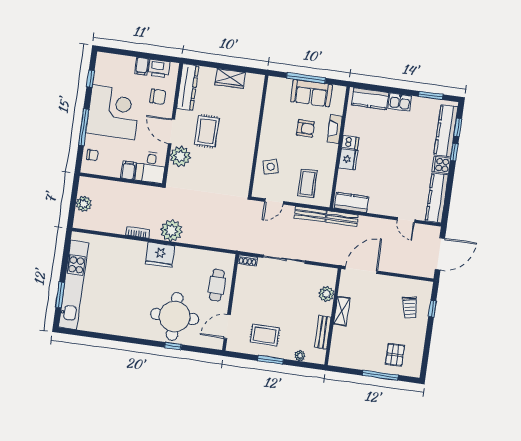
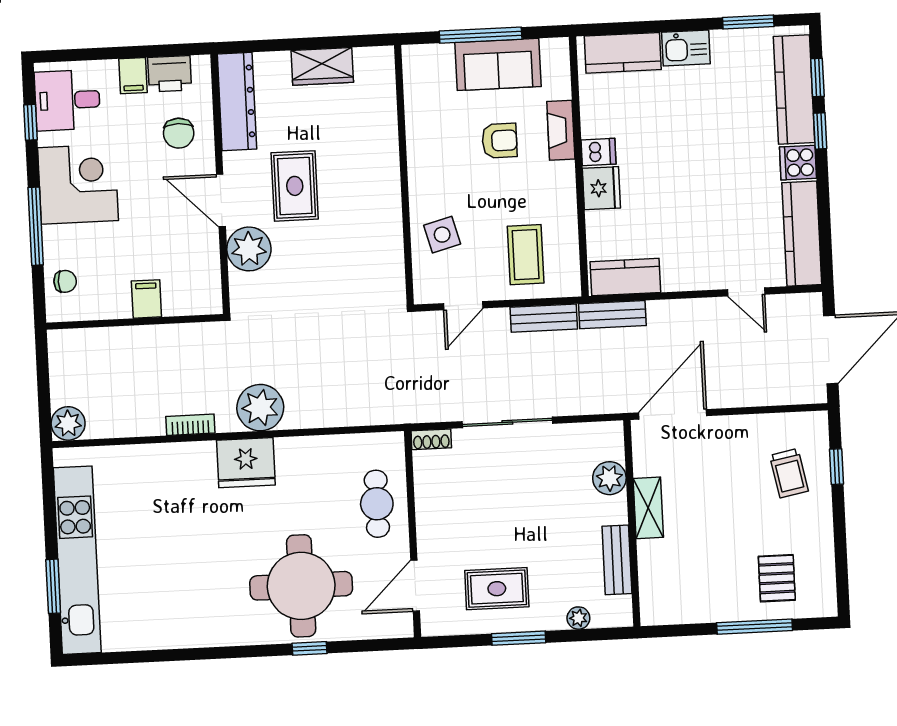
chair: (158, 97) -> (179, 133), turned 90
corner desk: (113, 112) -> (78, 184), width x0.74, depth x0.74
desk: (151, 167) -> (67, 100), moved, turned 90
plant: (84, 204) -> (68, 423), moved

